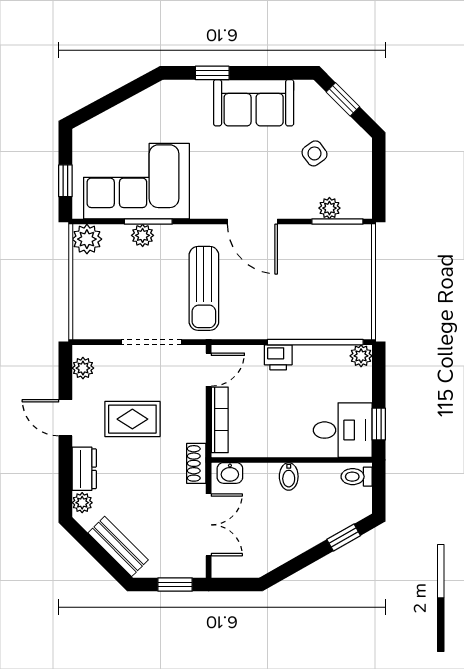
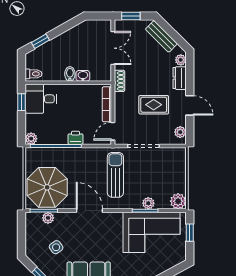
parasol: (331, 265) -> (47, 187), added
washbasin: (230, 473) -> (83, 76), moved
double door: (209, 525) -> (113, 48), swing flipped

